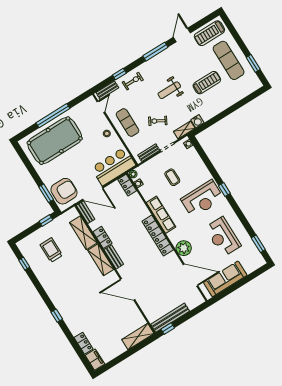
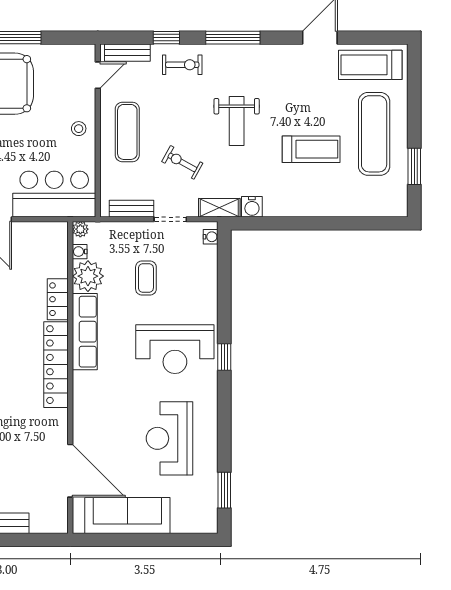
window: (155, 52) -> (233, 38), moved
weight bench: (169, 90) -> (237, 121), turned -90
locker: (127, 185) -> (58, 299), moved
plant: (184, 248) -> (88, 276), moved

